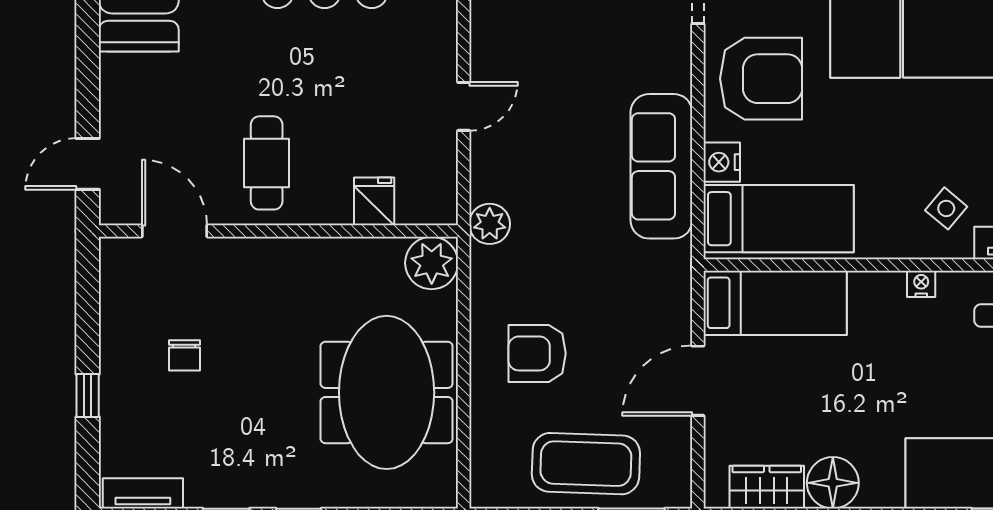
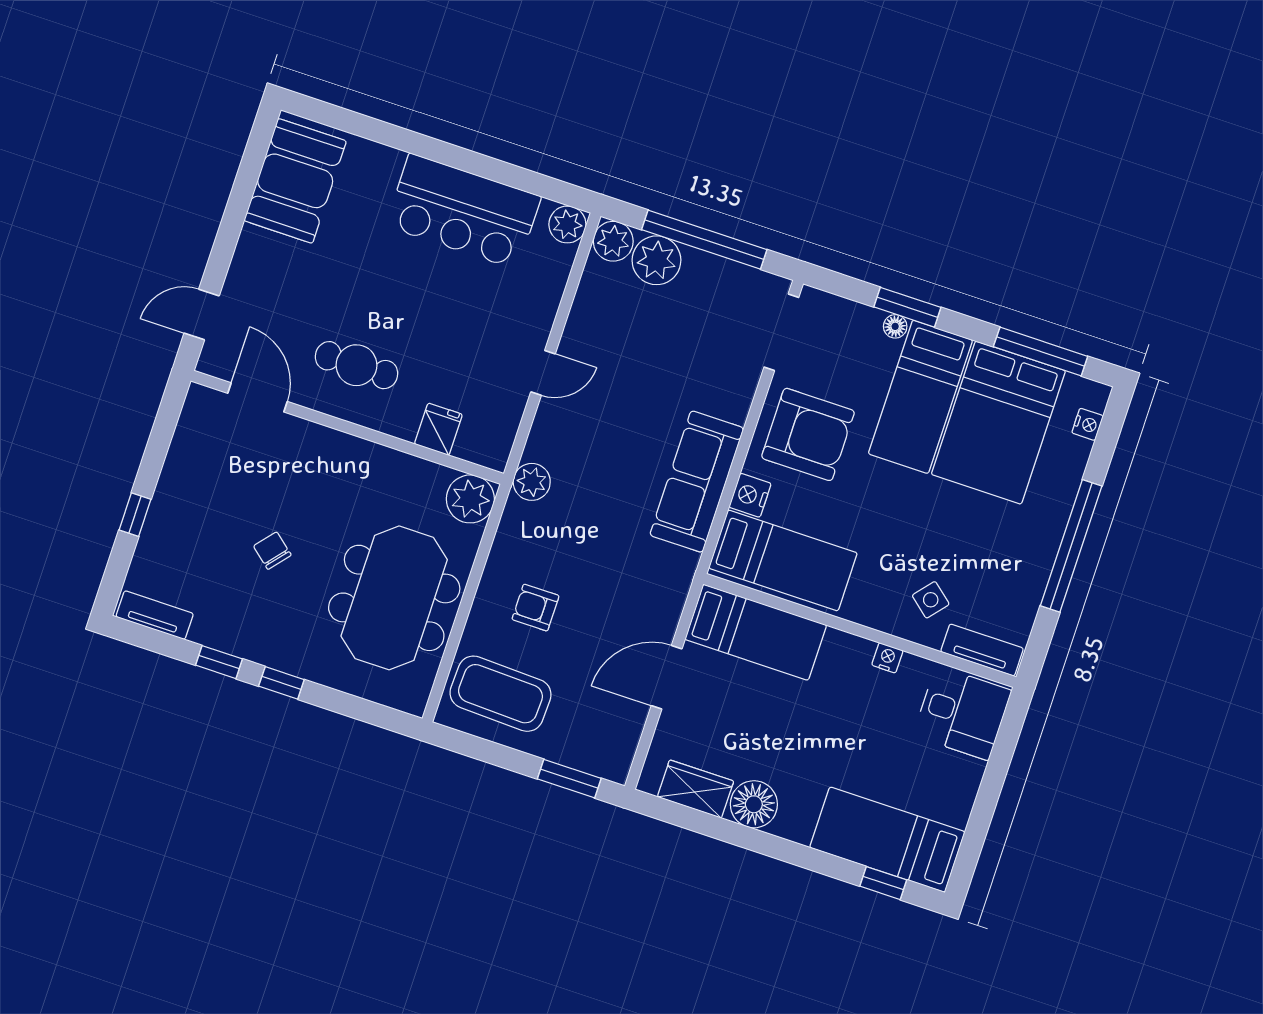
cafe table: (267, 163) -> (356, 365), turned 90
armchair: (537, 353) -> (535, 608), width x0.72, depth x0.72
chair: (184, 355) -> (272, 551), moved, turned 130
coffee table: (586, 464) -> (500, 694), moved

